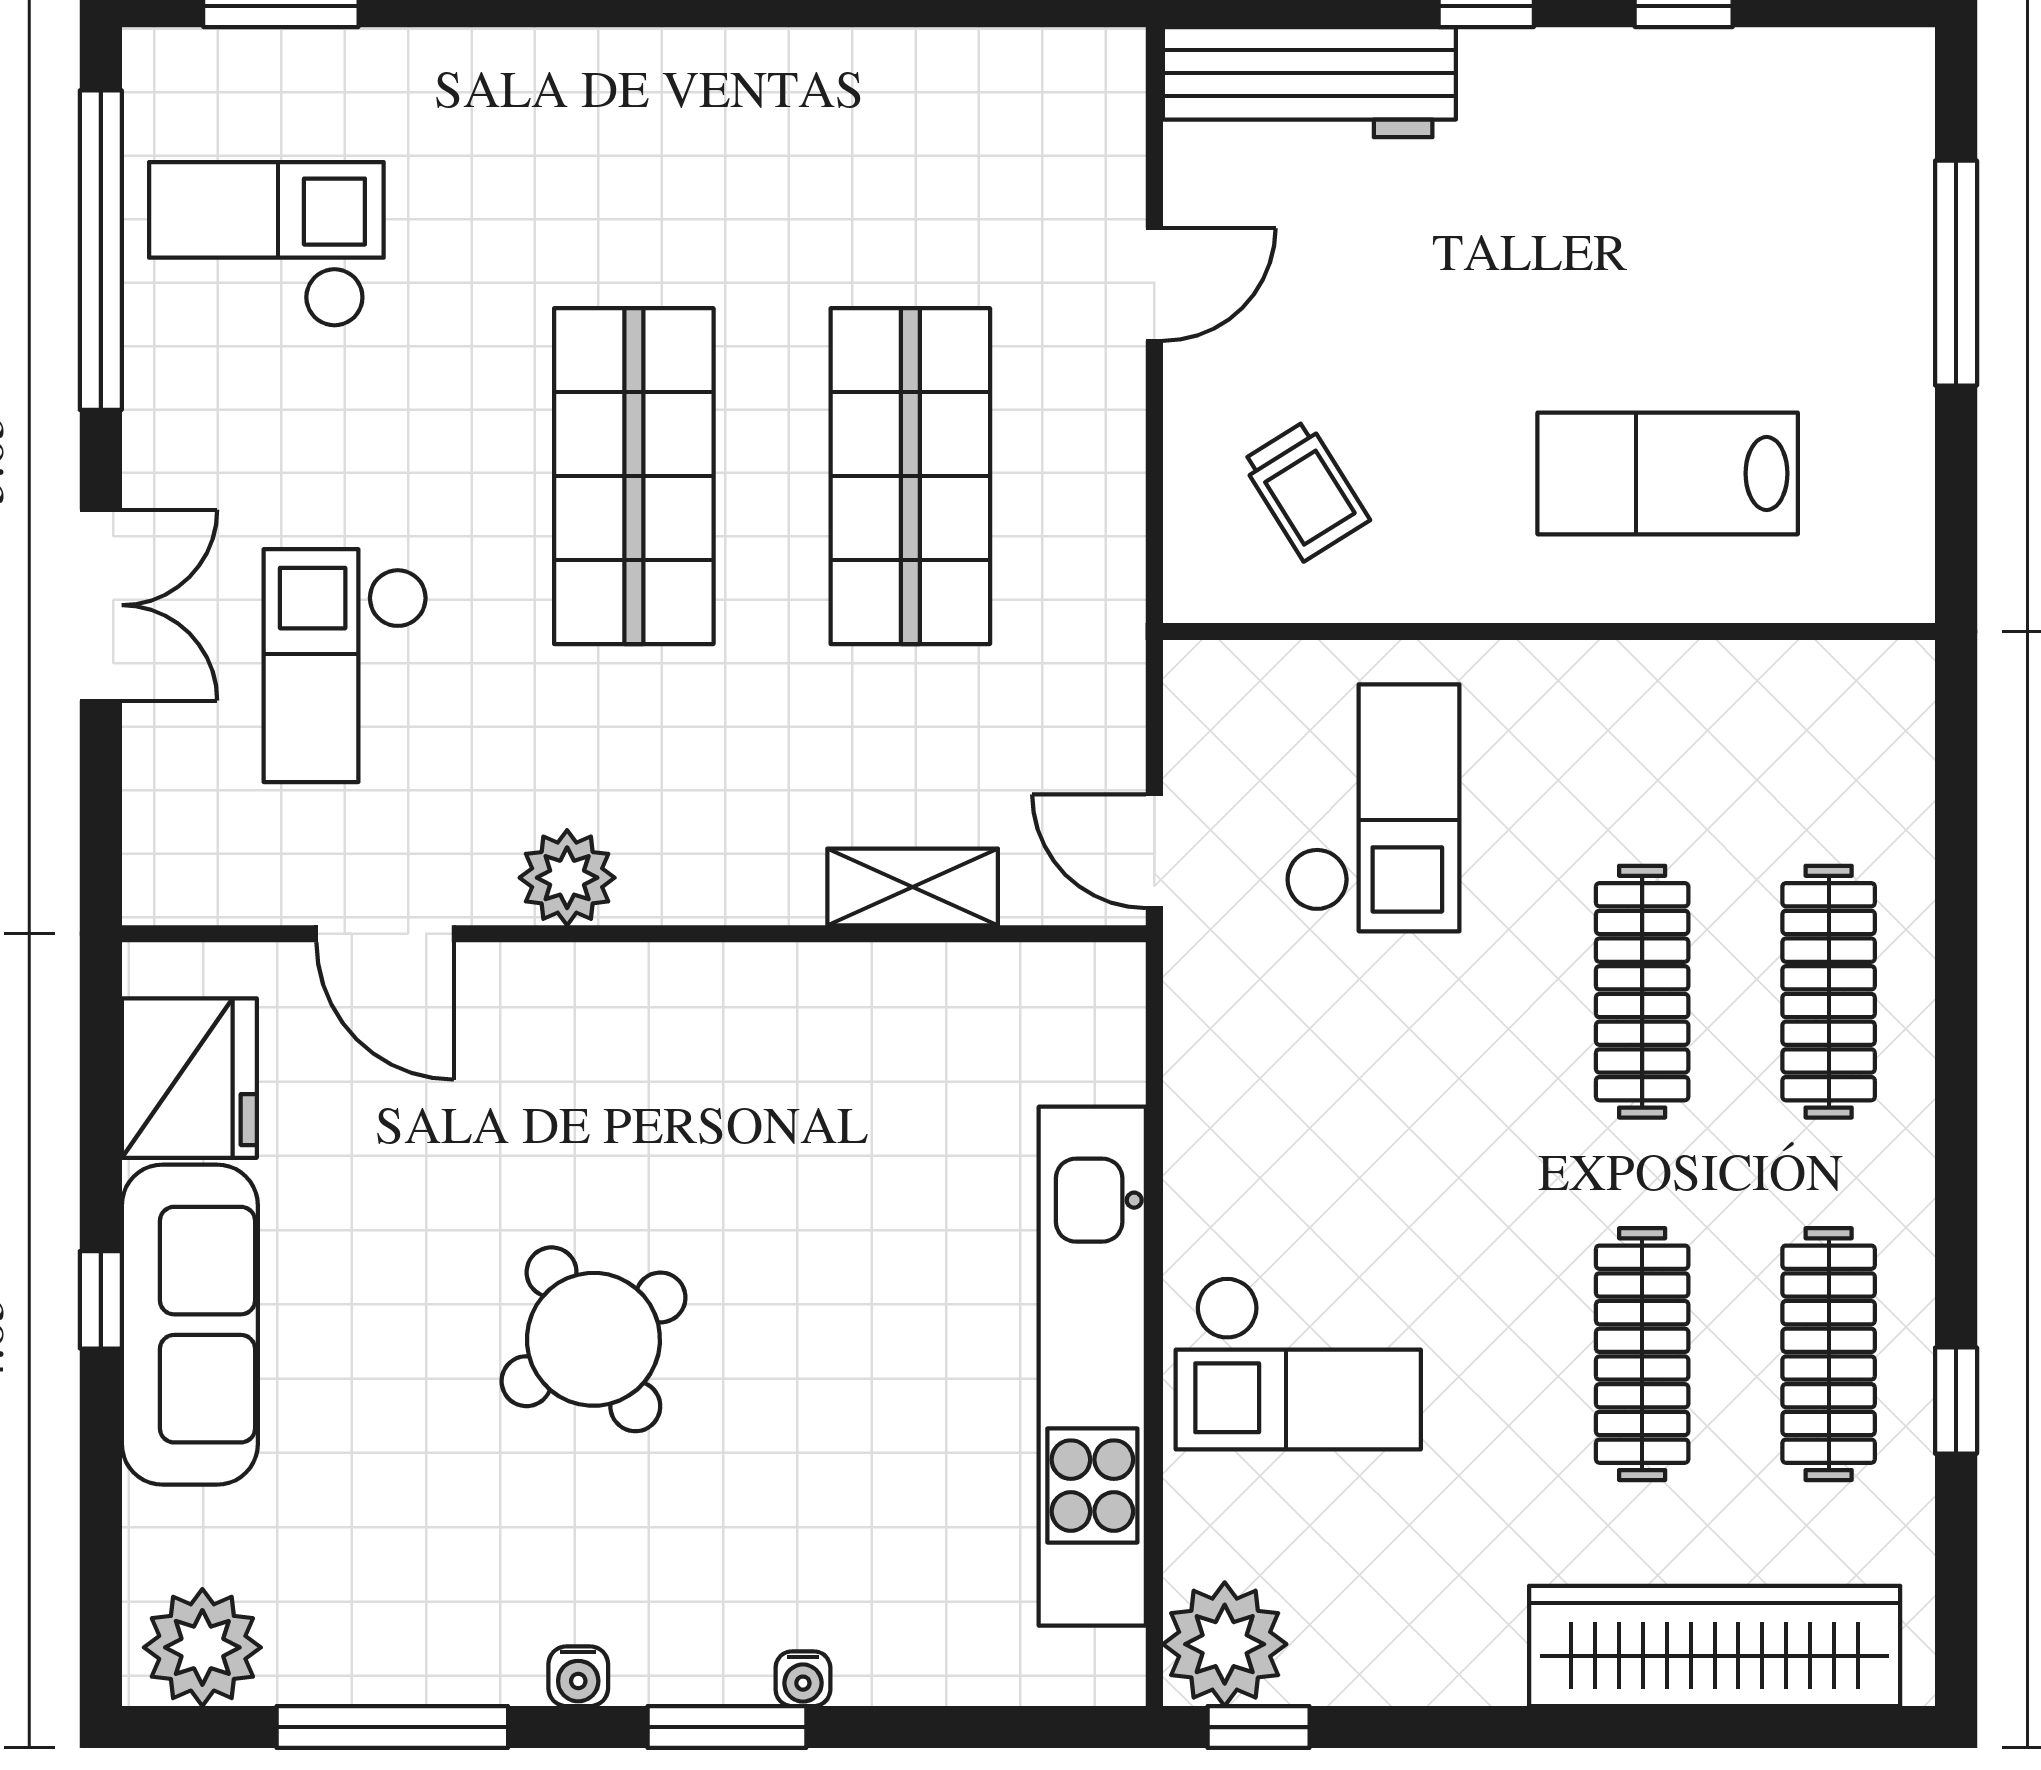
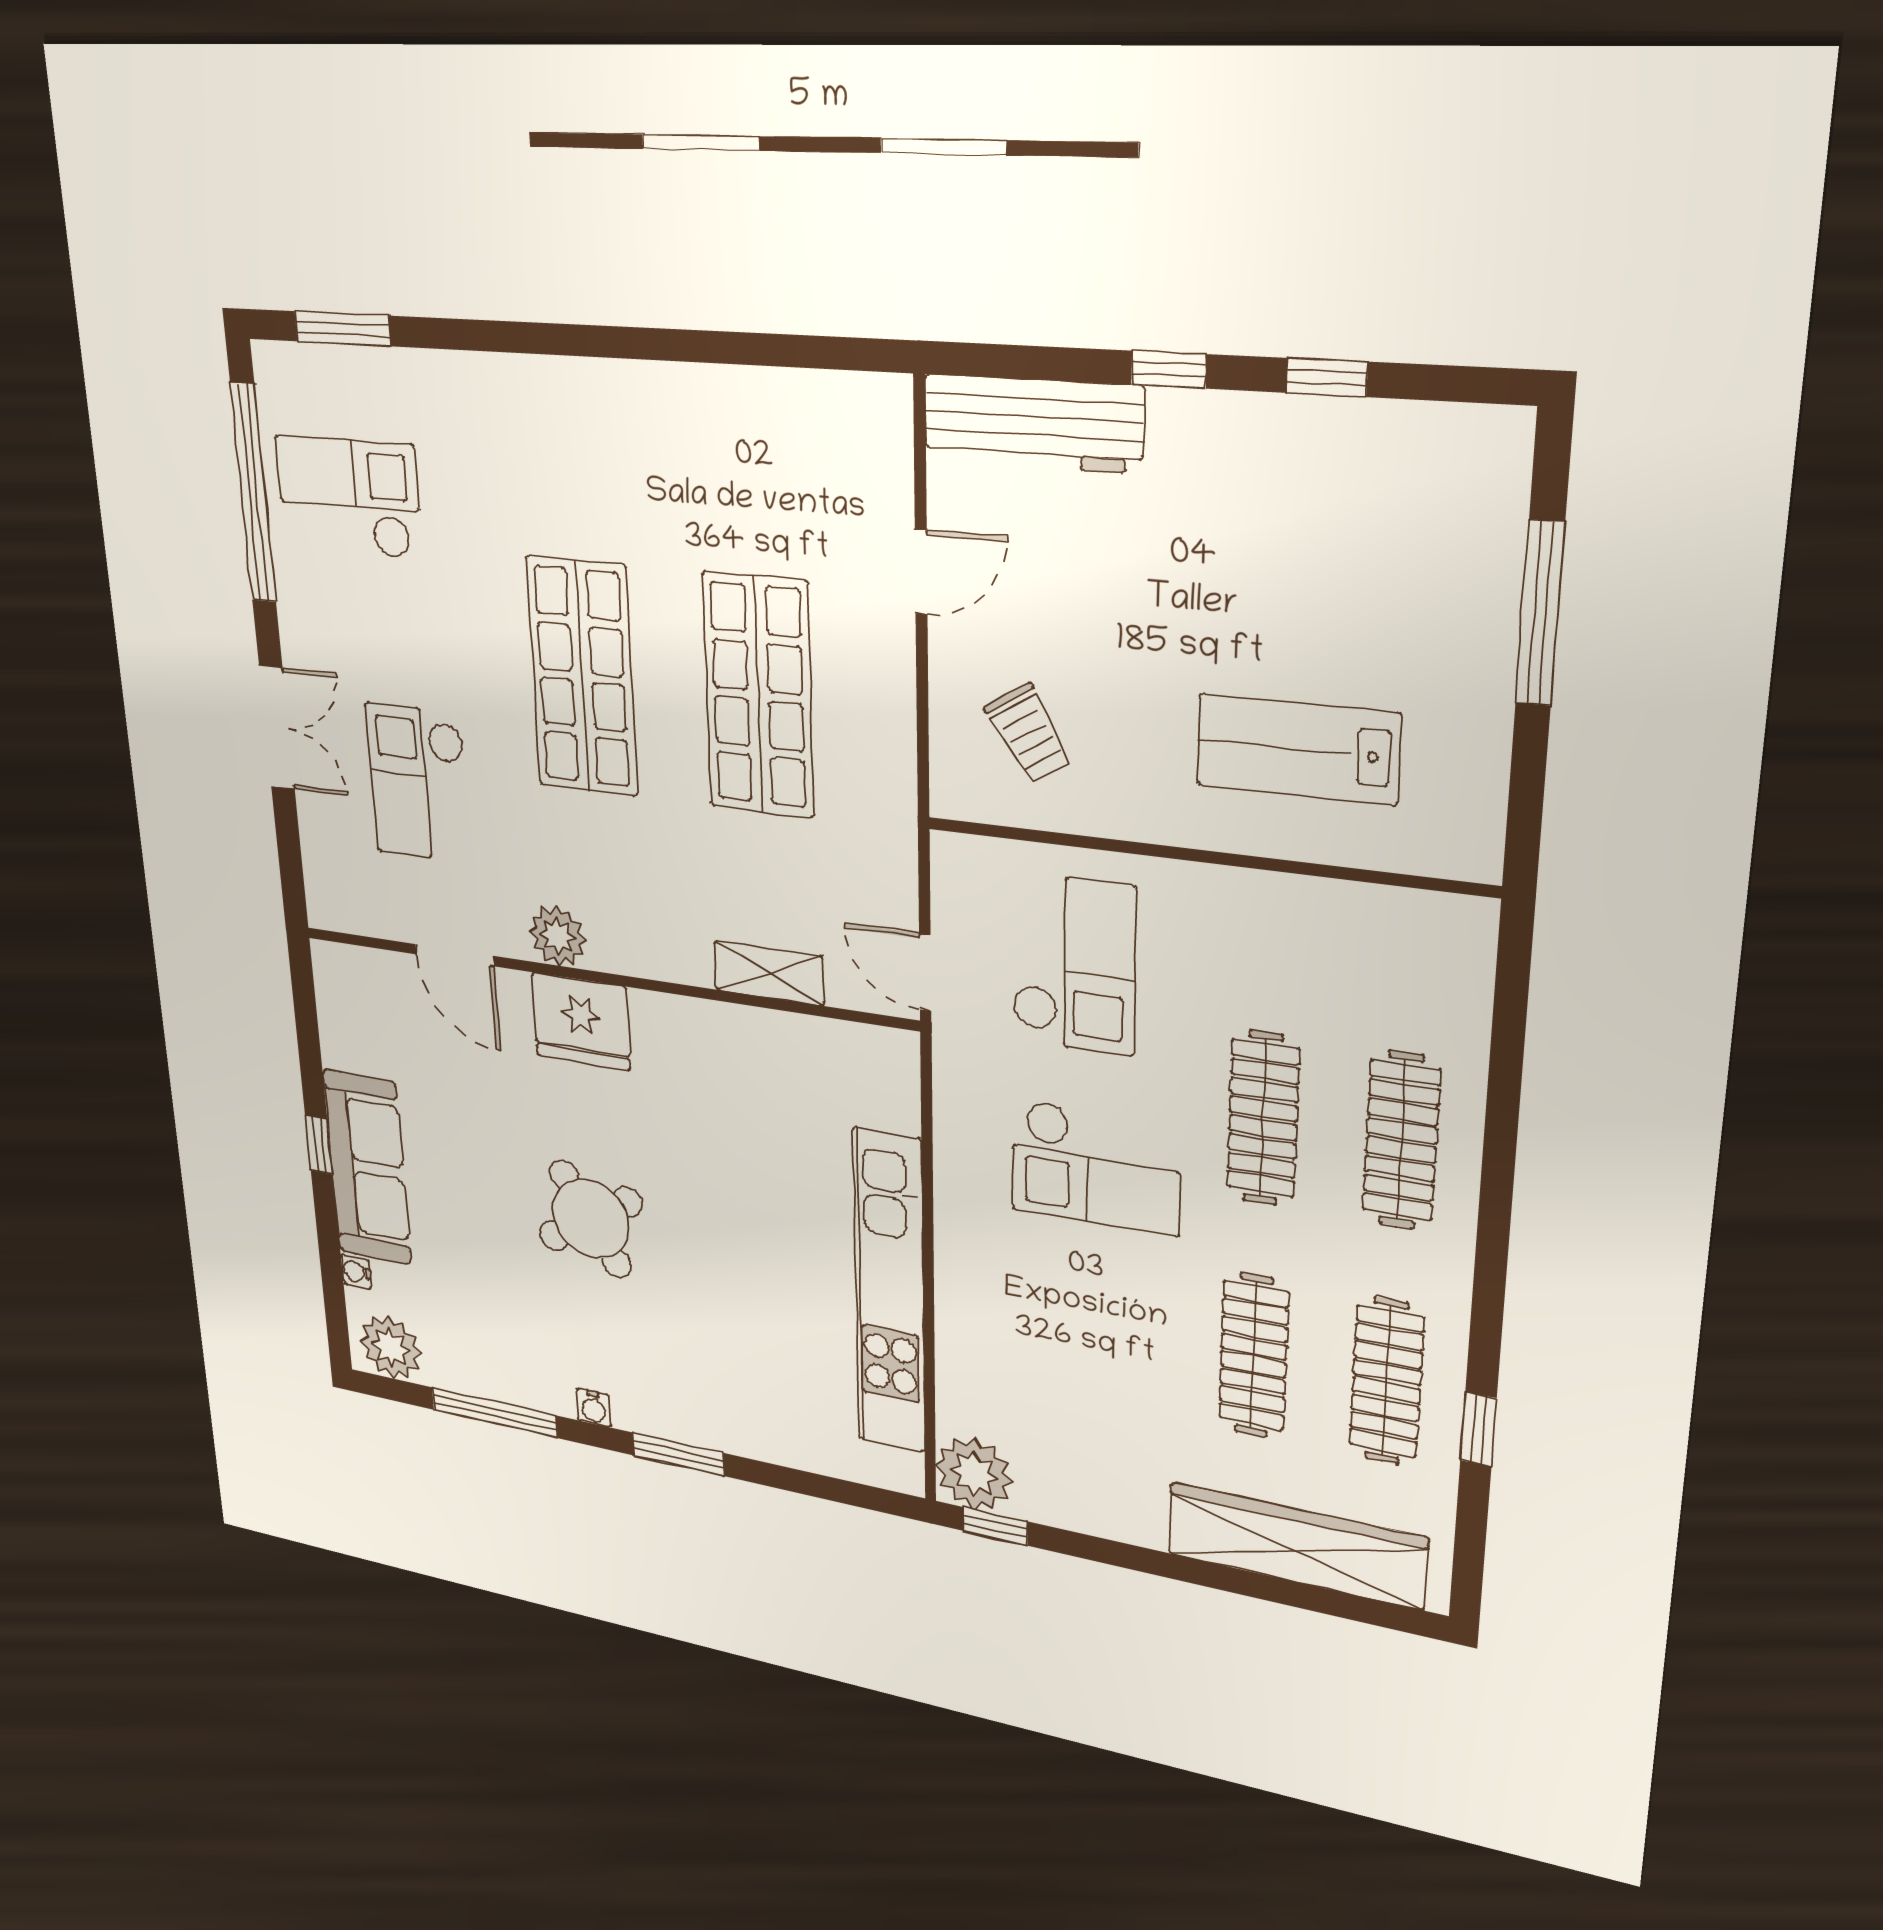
fridge: (189, 1078) -> (581, 1021), moved, turned 90
checkout: (1298, 1363) -> (1096, 1167), moved
water cooler: (803, 1679) -> (356, 1272), moved, turned 90

